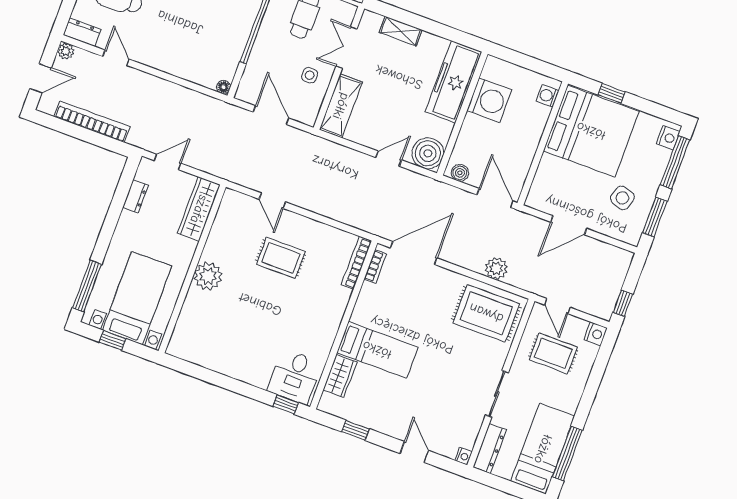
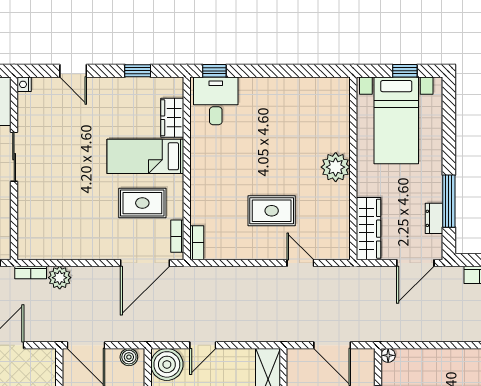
door: (168, 162) -> (415, 263), width x1.38
bookcase: (357, 263) -> (197, 243), width x0.64
bookcase: (521, 283) -> (31, 272), added
window: (87, 286) -> (449, 201), moved
rug: (486, 313) -> (142, 203), moved, width x0.73, depth x0.70

